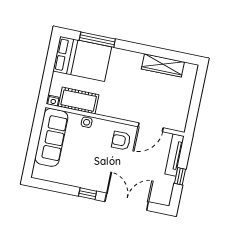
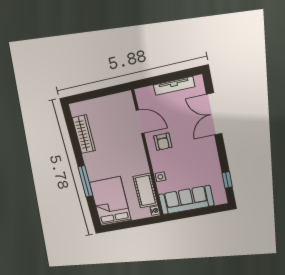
window: (97, 40) -> (85, 181), moved
tv unit: (174, 155) -> (174, 86), moved
window: (180, 176) -> (171, 77), removed
window: (88, 194) -> (227, 180), moved

